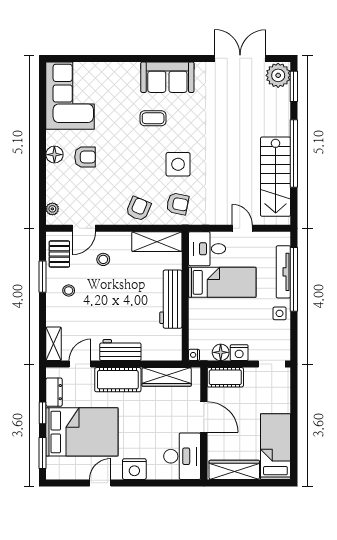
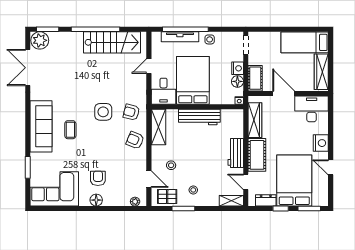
window: (100, 58) -> (28, 167), added
sofa: (167, 77) -> (41, 126), width x1.36
armchair: (178, 204) -> (131, 112), turned -87
bed: (222, 282) -> (193, 80), width x1.50
door: (204, 417) -> (284, 93), hinge flipped

